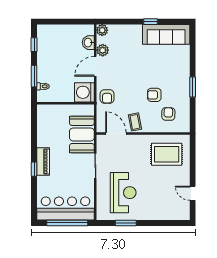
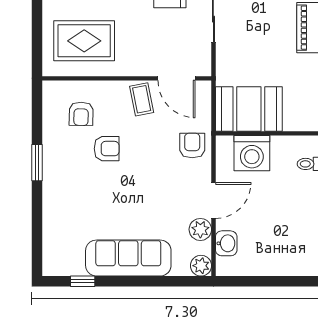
window: (150, 22) -> (83, 281), moved
sofa: (166, 34) -> (128, 258), moved
washing machine: (84, 92) -> (252, 153), moved, turned 90
booth: (82, 134) -> (249, 109), moved, turned 90

